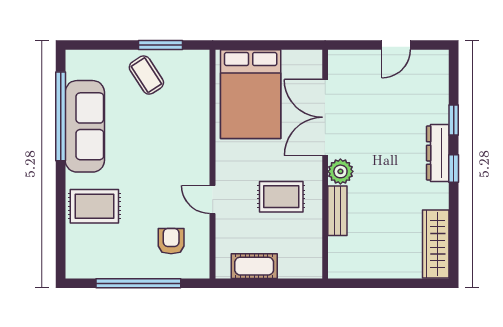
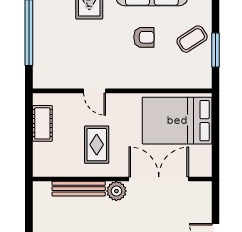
door: (213, 200) -> (95, 91), swing flipped
bench: (337, 211) -> (79, 189), width x1.36
armchair: (171, 241) -> (144, 37), moved

